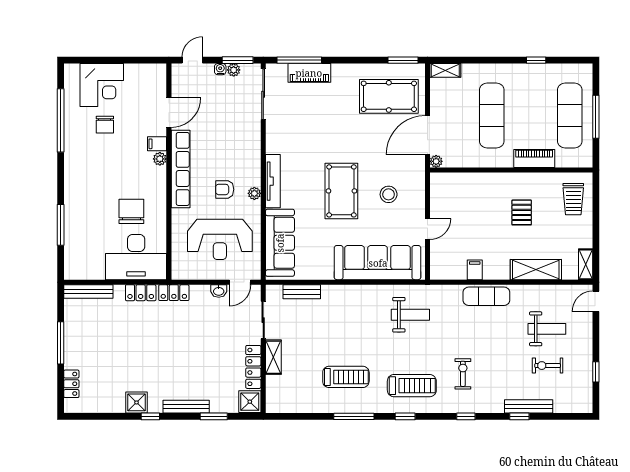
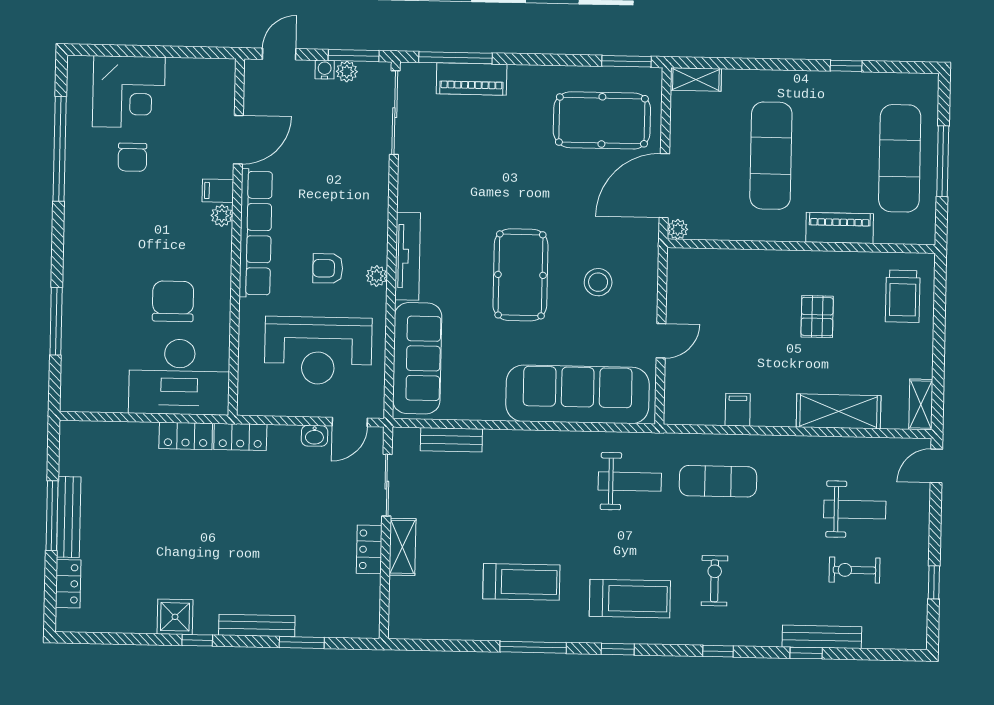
bench: (88, 291) -> (69, 517), moved, turned 90
exercise mat: (486, 296) -> (718, 481), moved
locker: (253, 367) -> (369, 549), width x0.66
shower: (250, 402) -> (362, 619), removed

